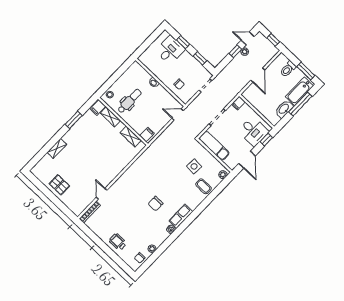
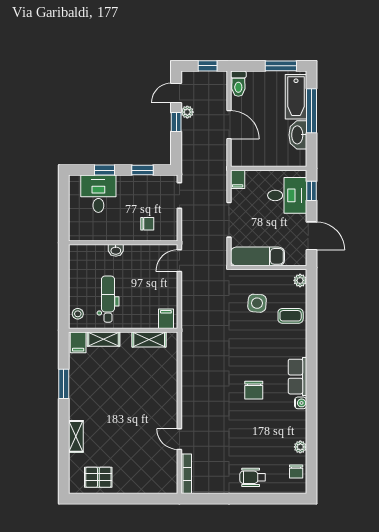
toilet: (288, 69) -> (238, 84), moved
pallet: (59, 185) -> (98, 477), moved

